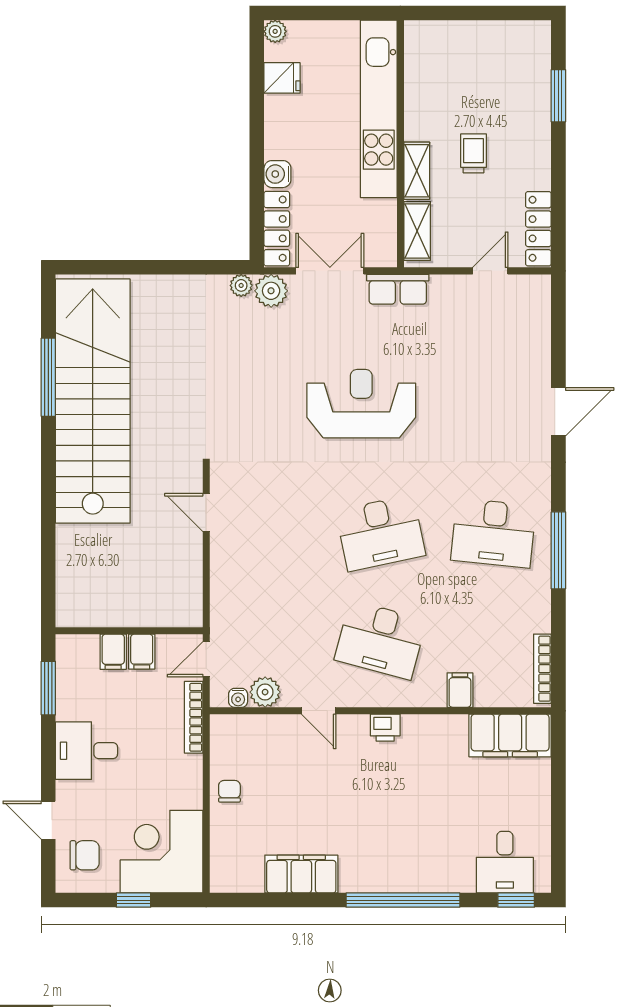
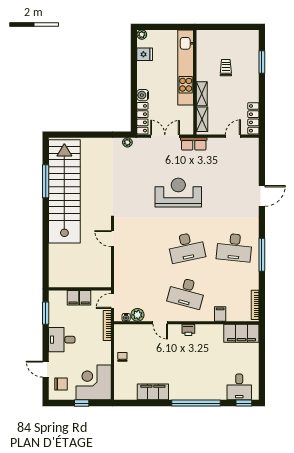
trolley: (474, 153) -> (226, 68), moved
plant: (271, 291) -> (140, 145), removed

